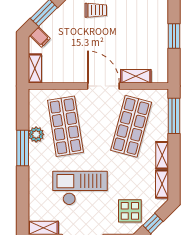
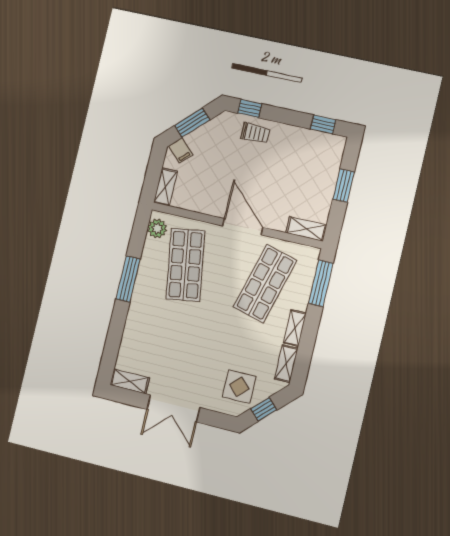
shelving: (136, 76) -> (306, 229), moved
plant: (36, 134) -> (157, 228), moved
checkout: (80, 188) -> (185, 344), removed

